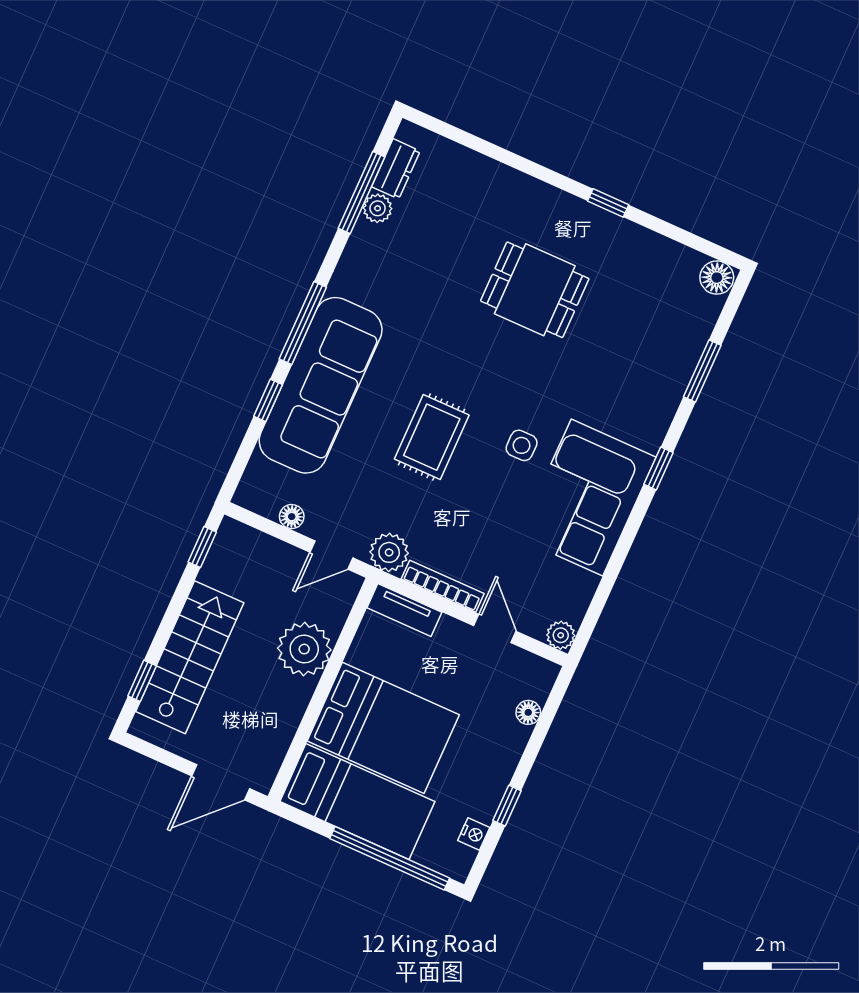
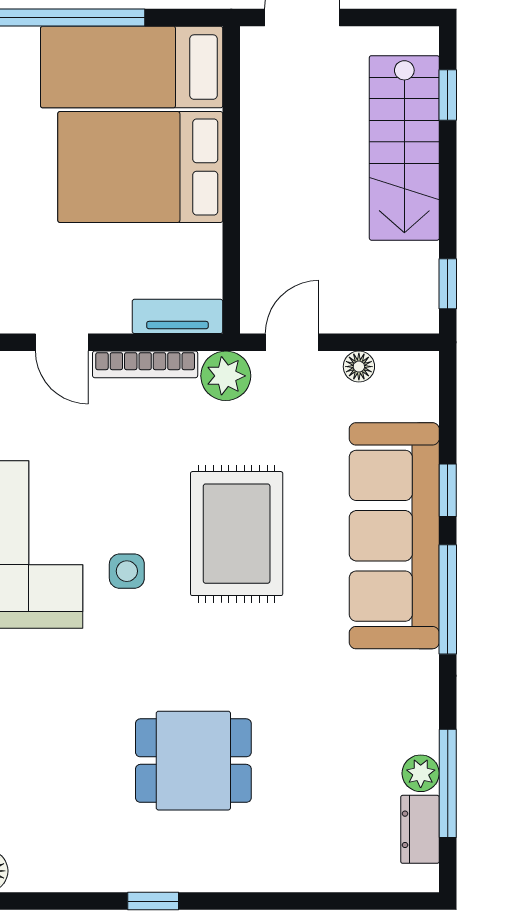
rug: (432, 437) -> (237, 534), width x1.36, depth x1.43
plant: (304, 649) -> (274, 218), removed

